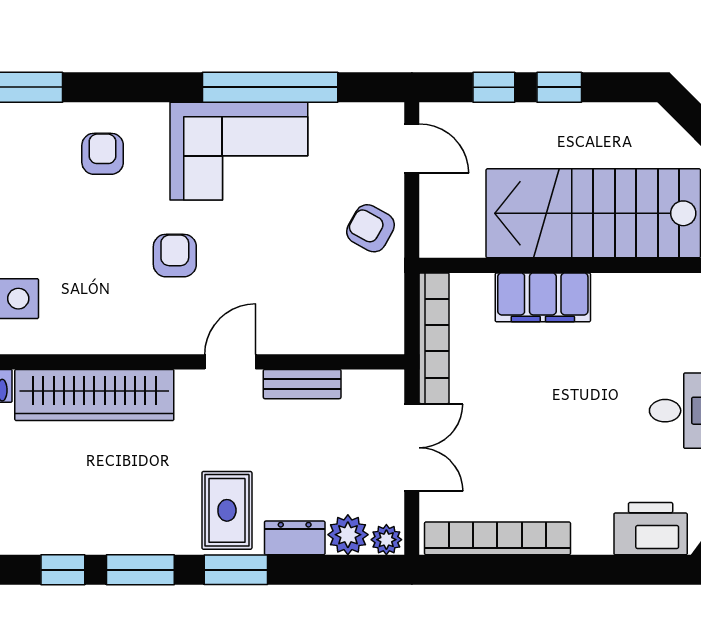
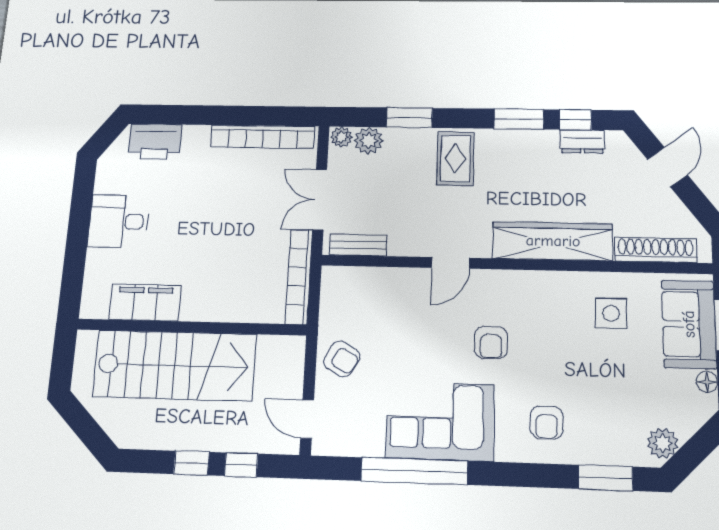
filing cabinet: (543, 297) -> (145, 302), moved
bench: (302, 384) -> (358, 245), moved
dresser: (295, 538) -> (582, 141), moved
window: (236, 570) -> (409, 118), moved

